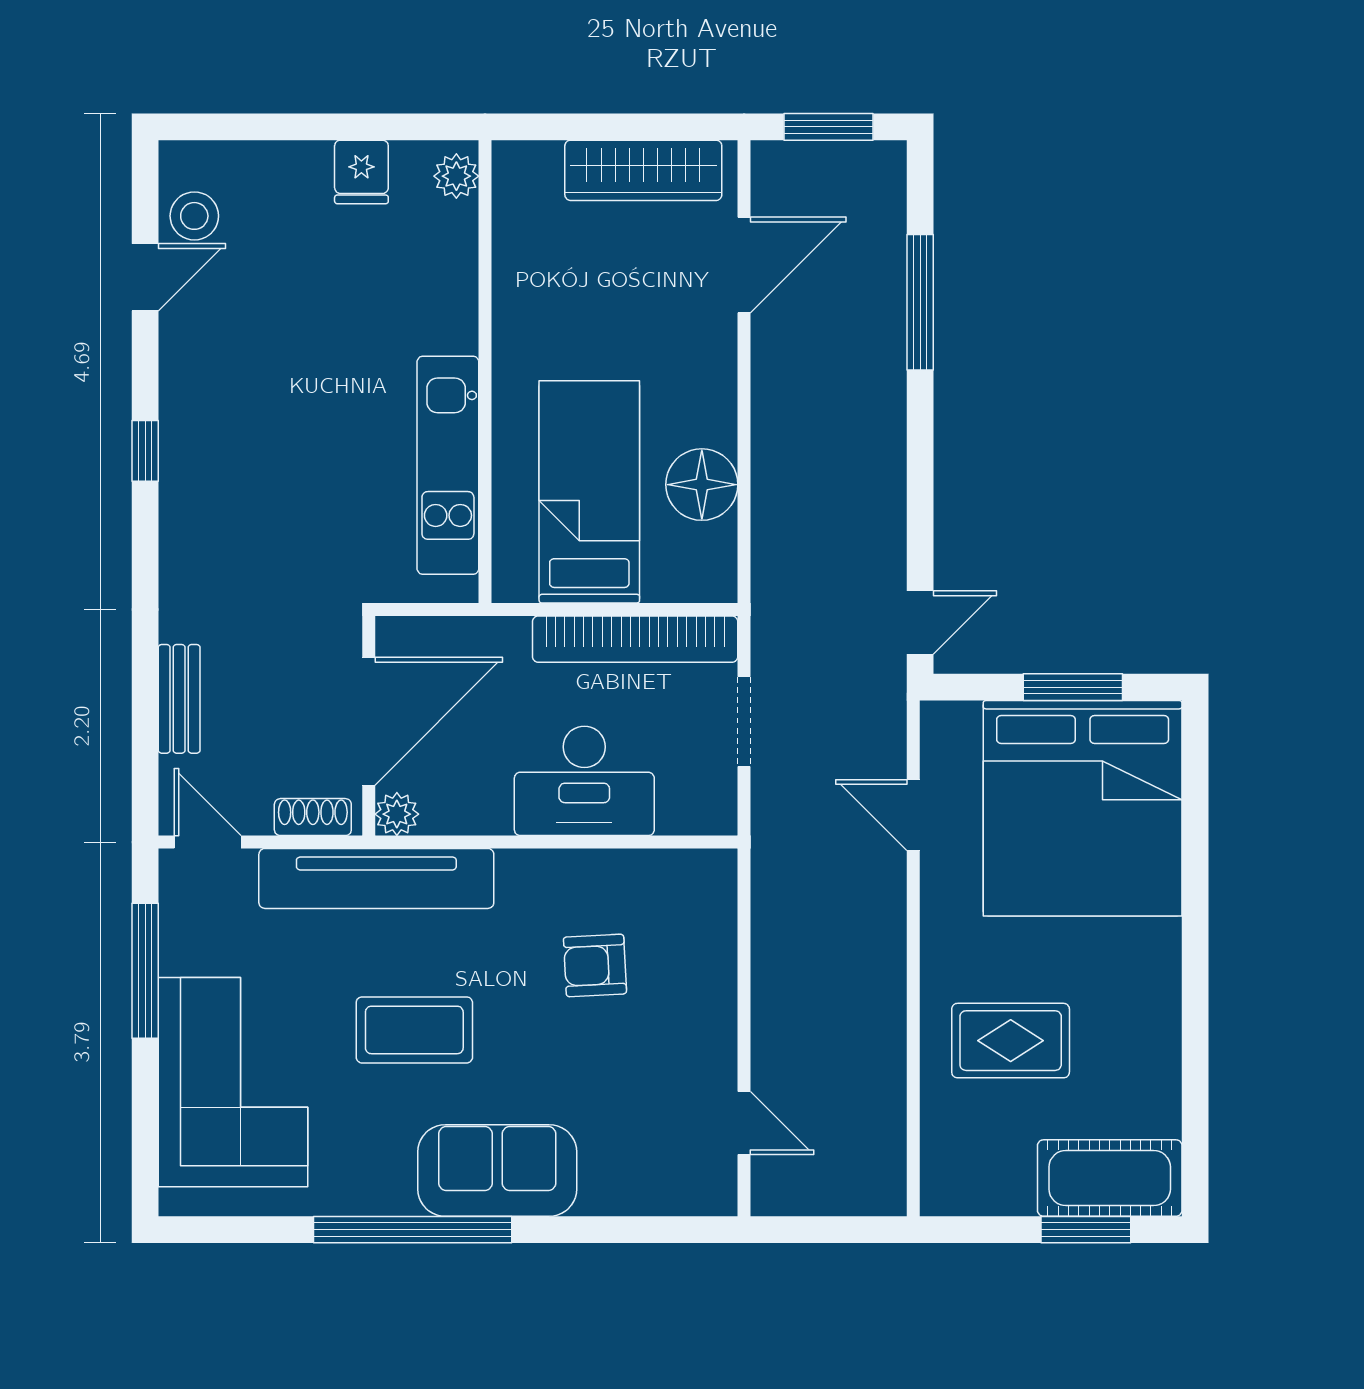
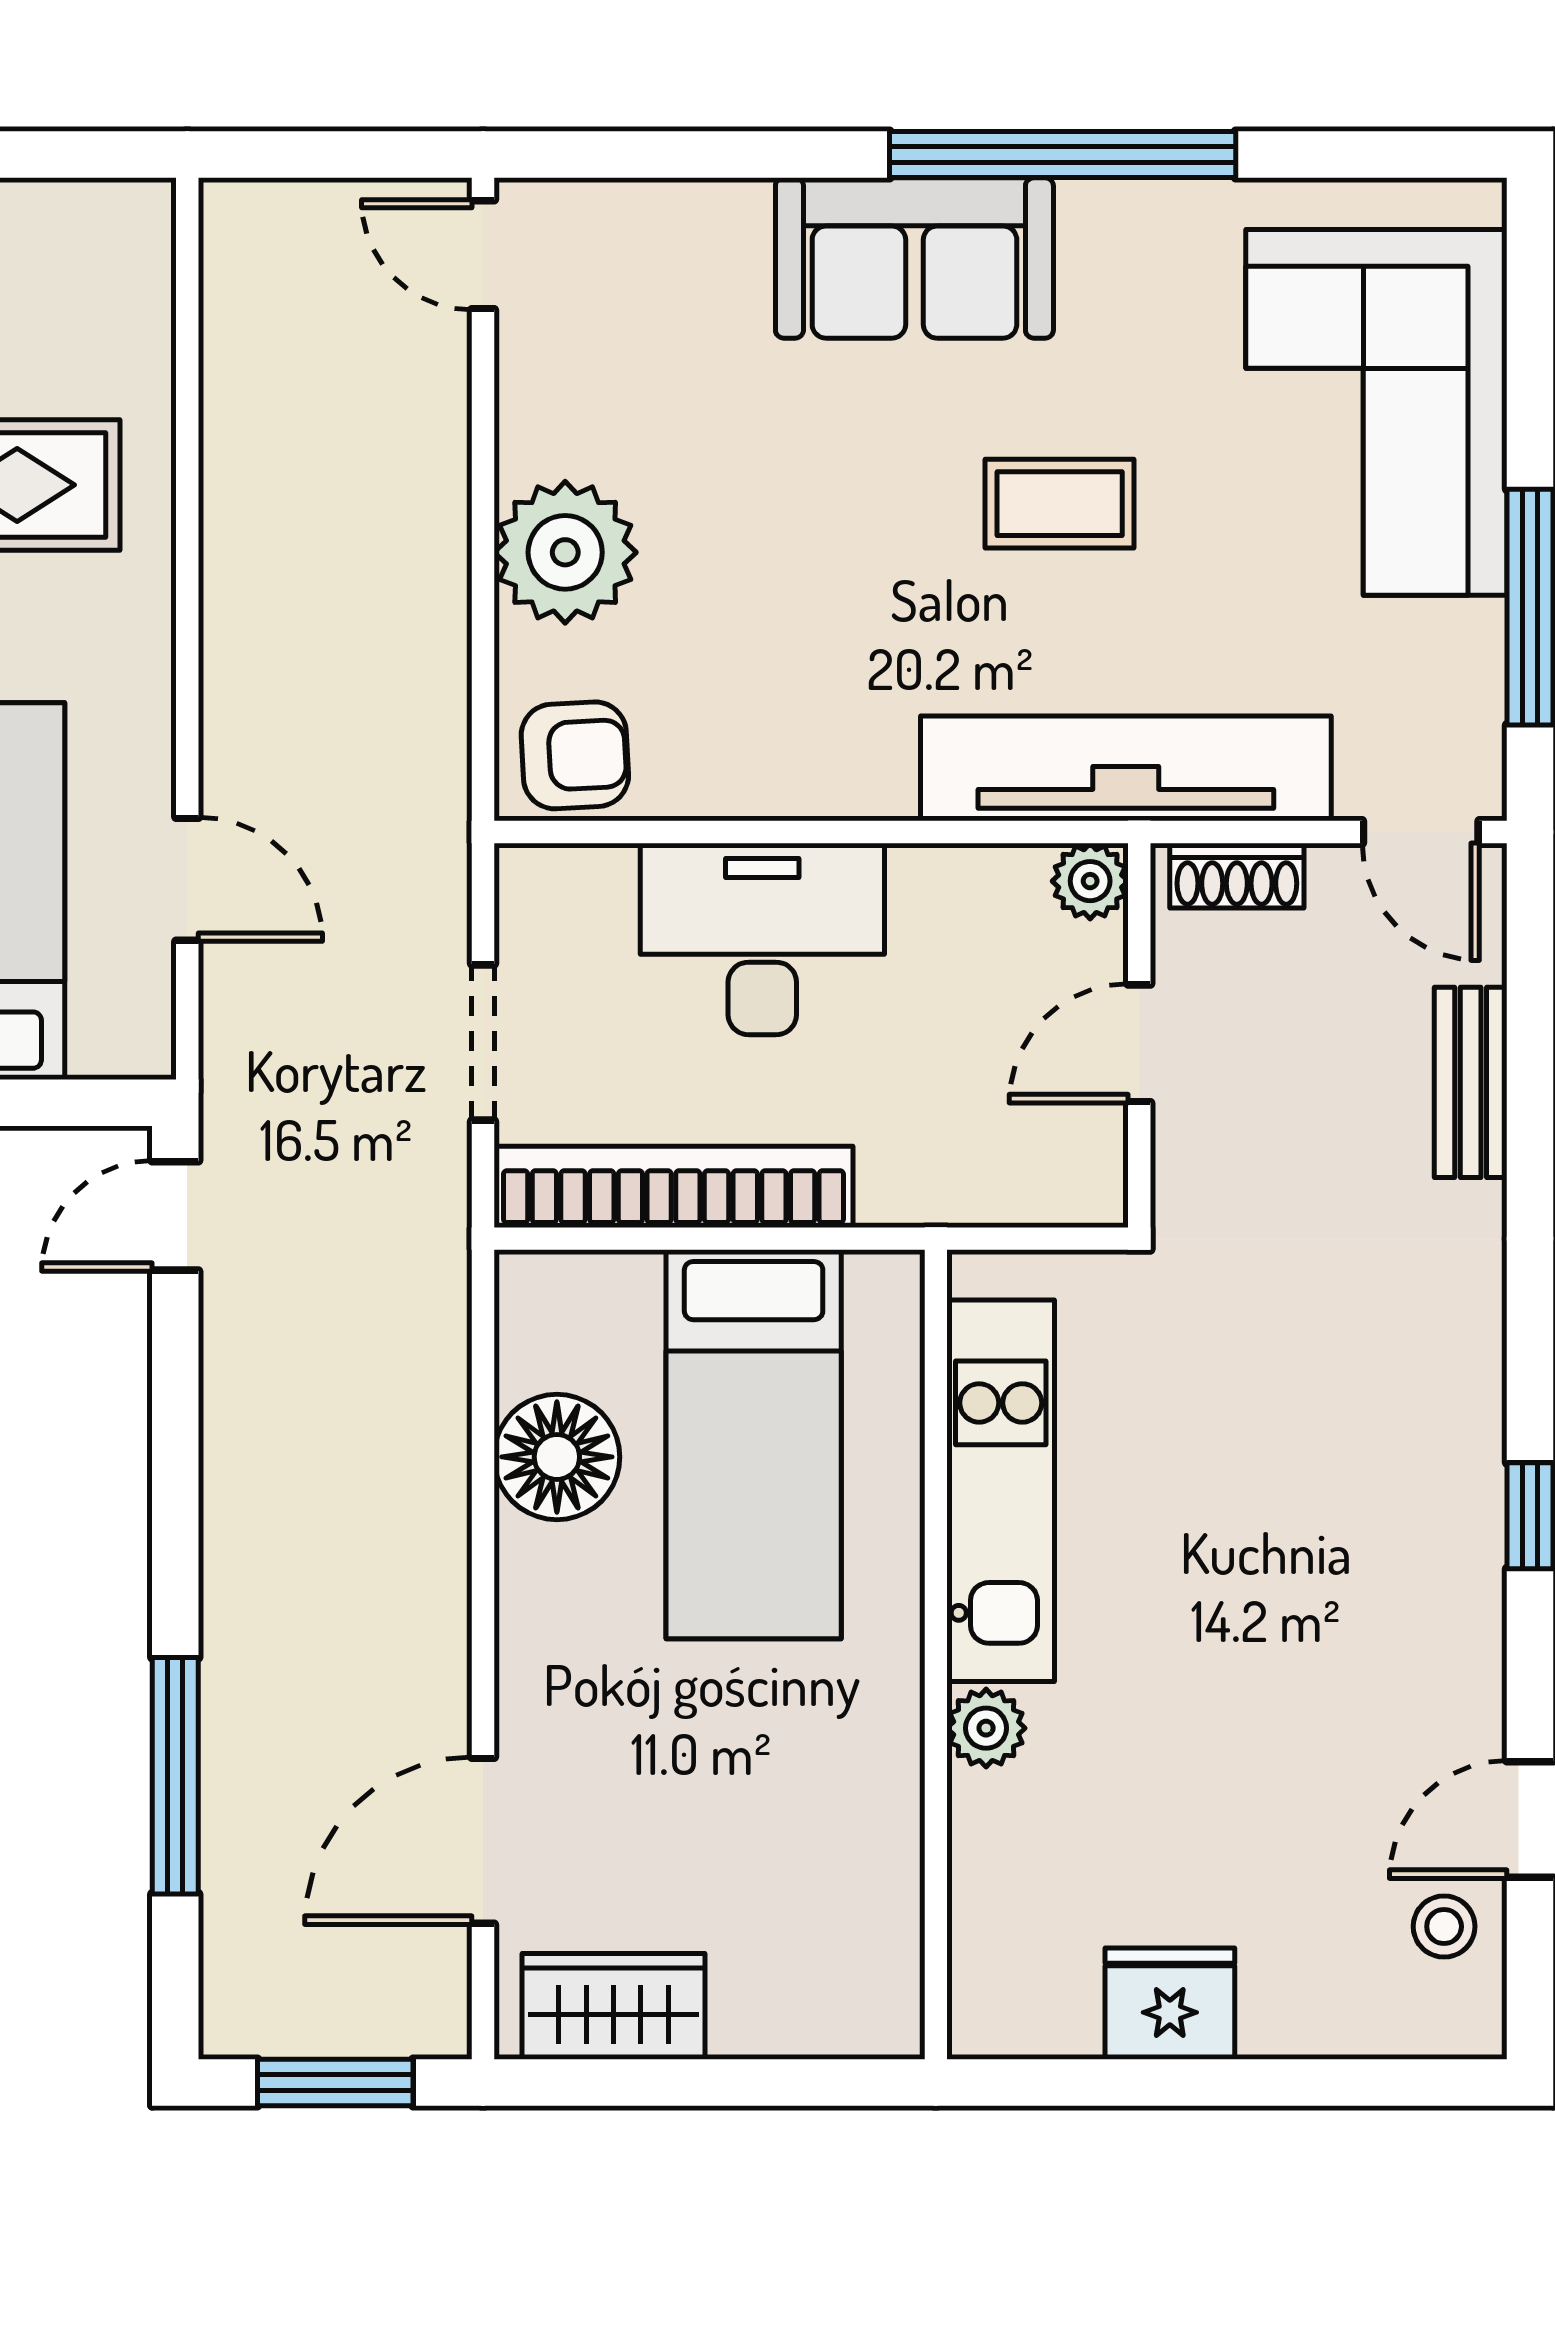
wardrobe: (643, 170) -> (613, 2006), width x0.67
fridge: (361, 172) -> (1170, 2004), width x1.38
plant: (456, 176) -> (986, 1728), moved
stool: (194, 216) -> (1444, 1926), width x0.73, depth x0.73
door: (369, 721) -> (1139, 1043), width x0.53
armchair: (595, 965) -> (575, 755), moved
plant: (697, 1002) -> (565, 552), added
coffee table: (414, 1030) -> (1060, 504), width x0.73, depth x0.77
door: (744, 1123) -> (483, 255), moved

